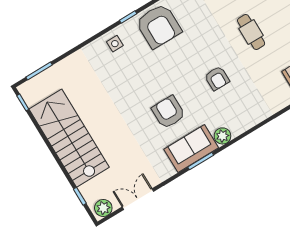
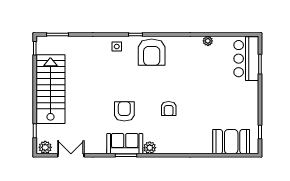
cafe table: (251, 32) -> (209, 92), removed

